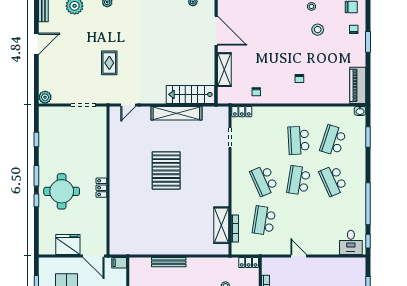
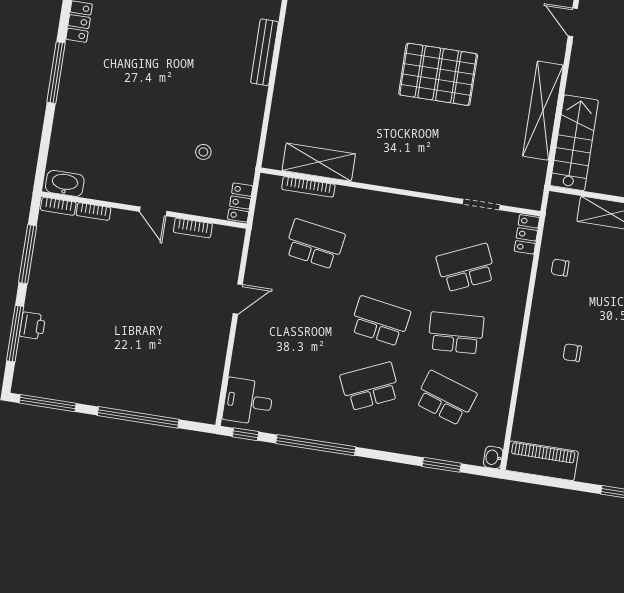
school desk: (264, 180) -> (466, 268), moved

